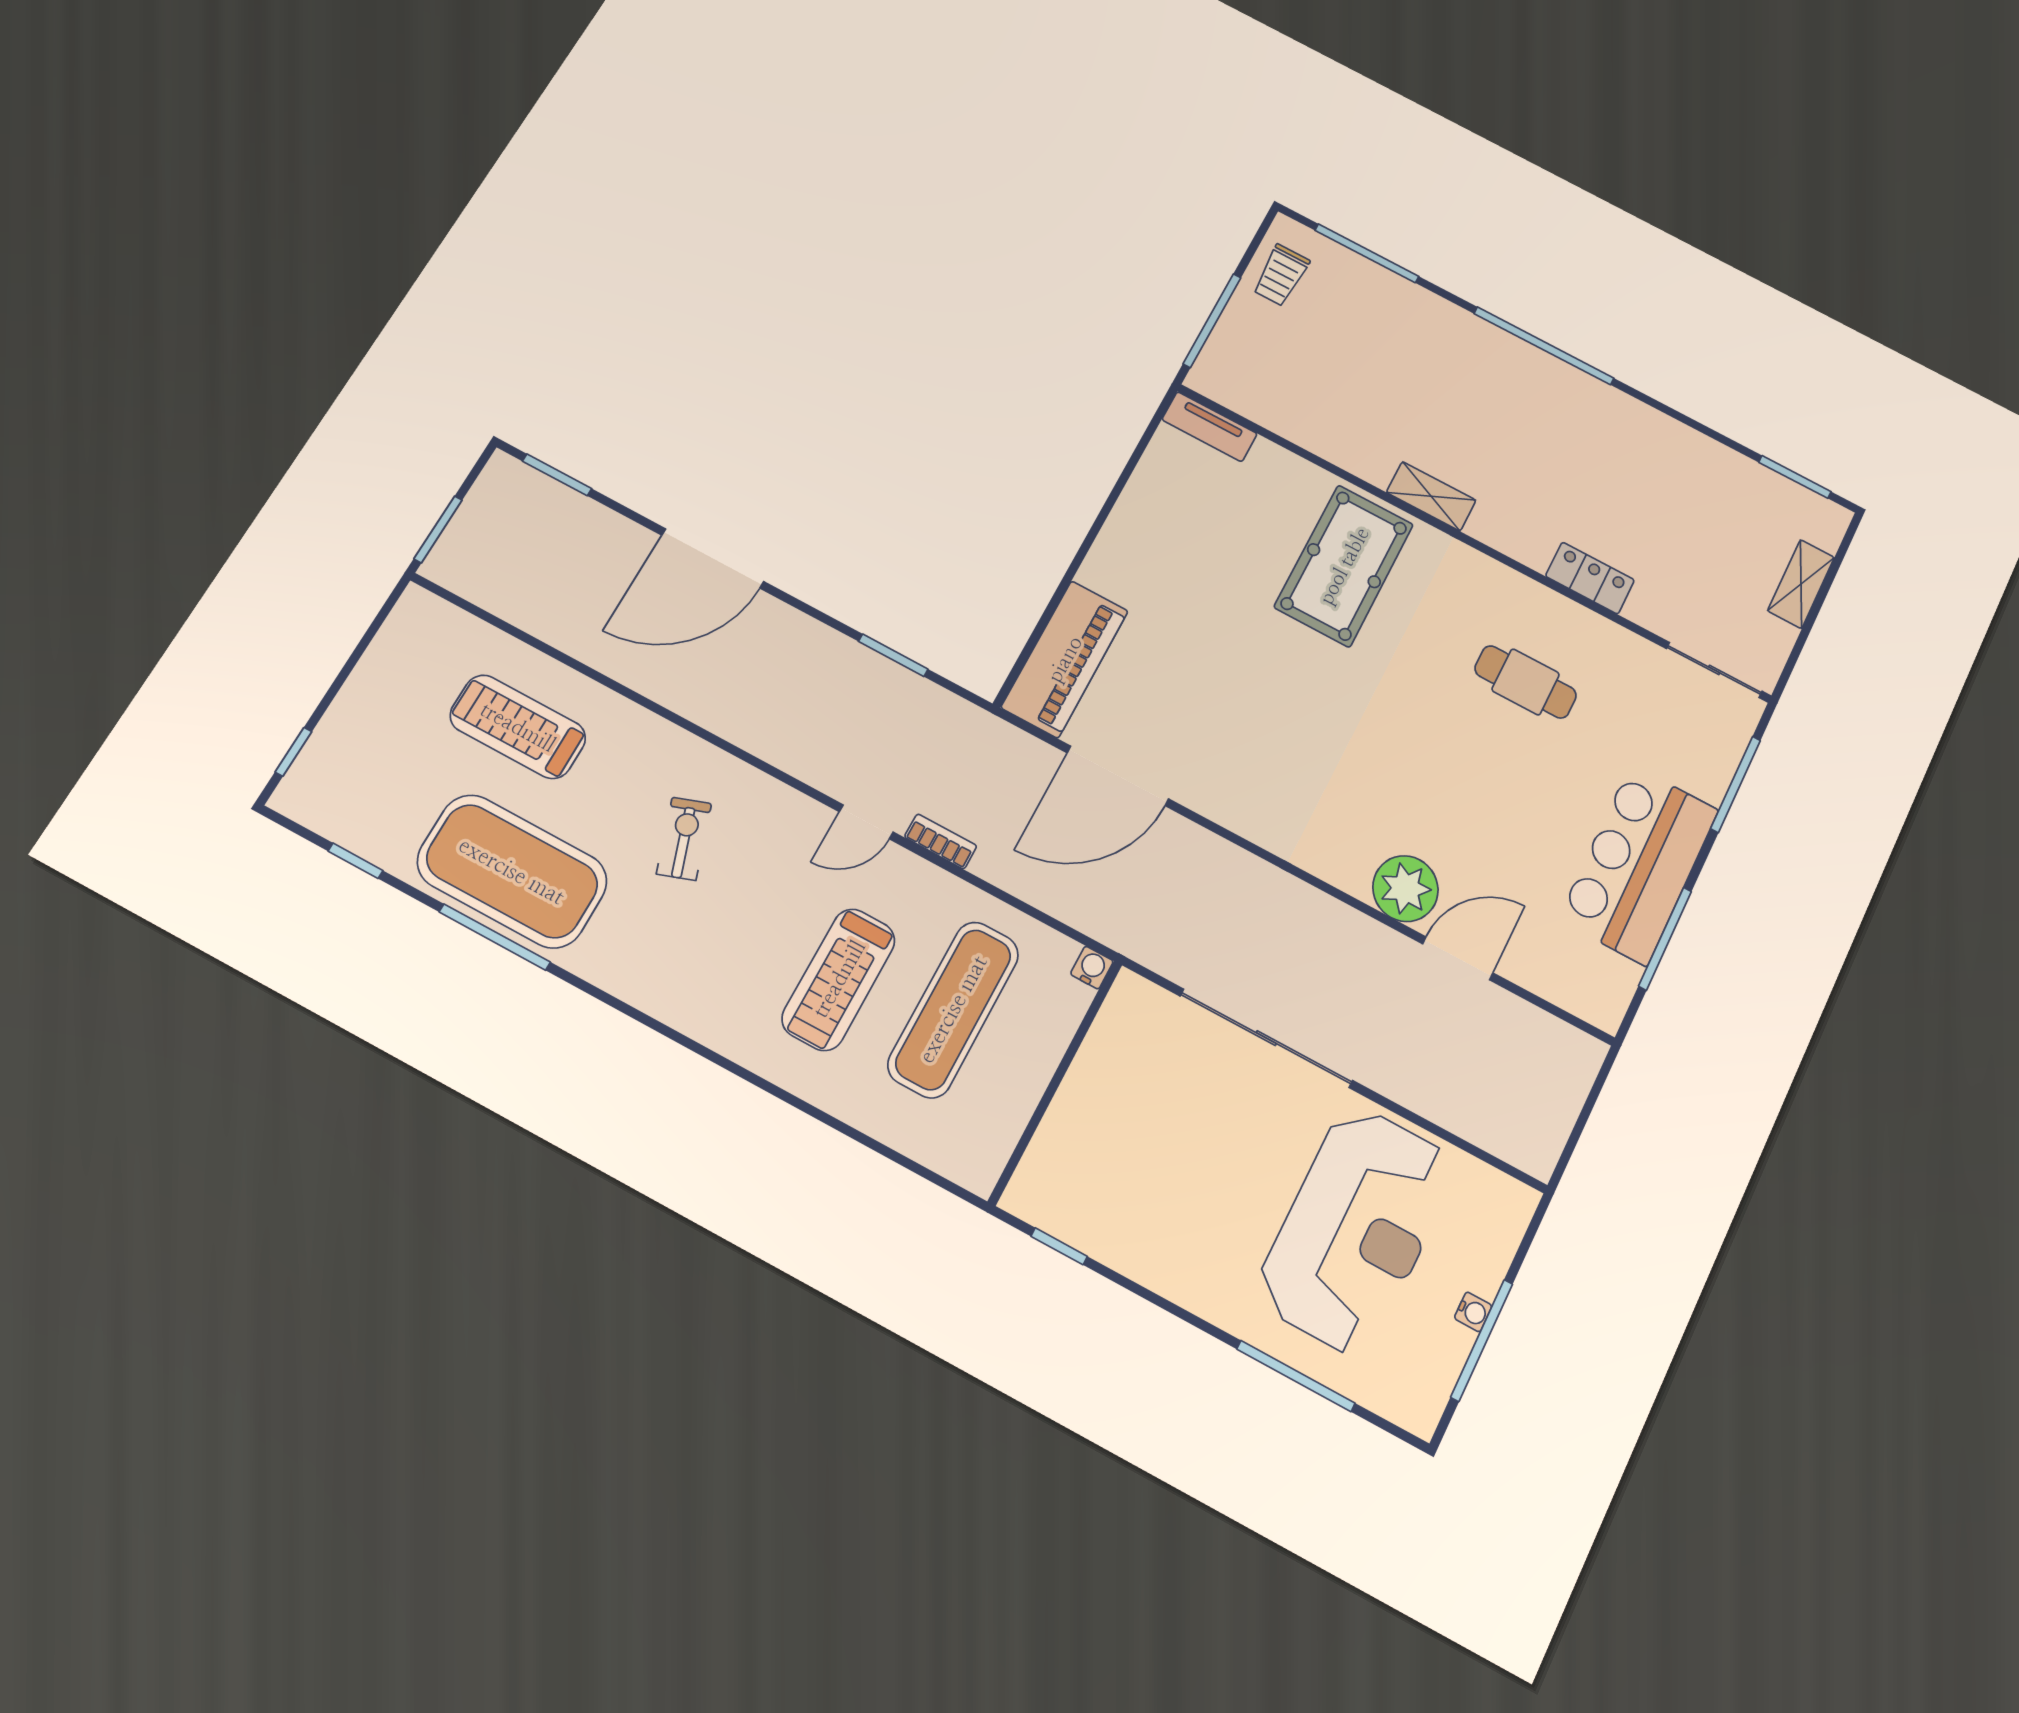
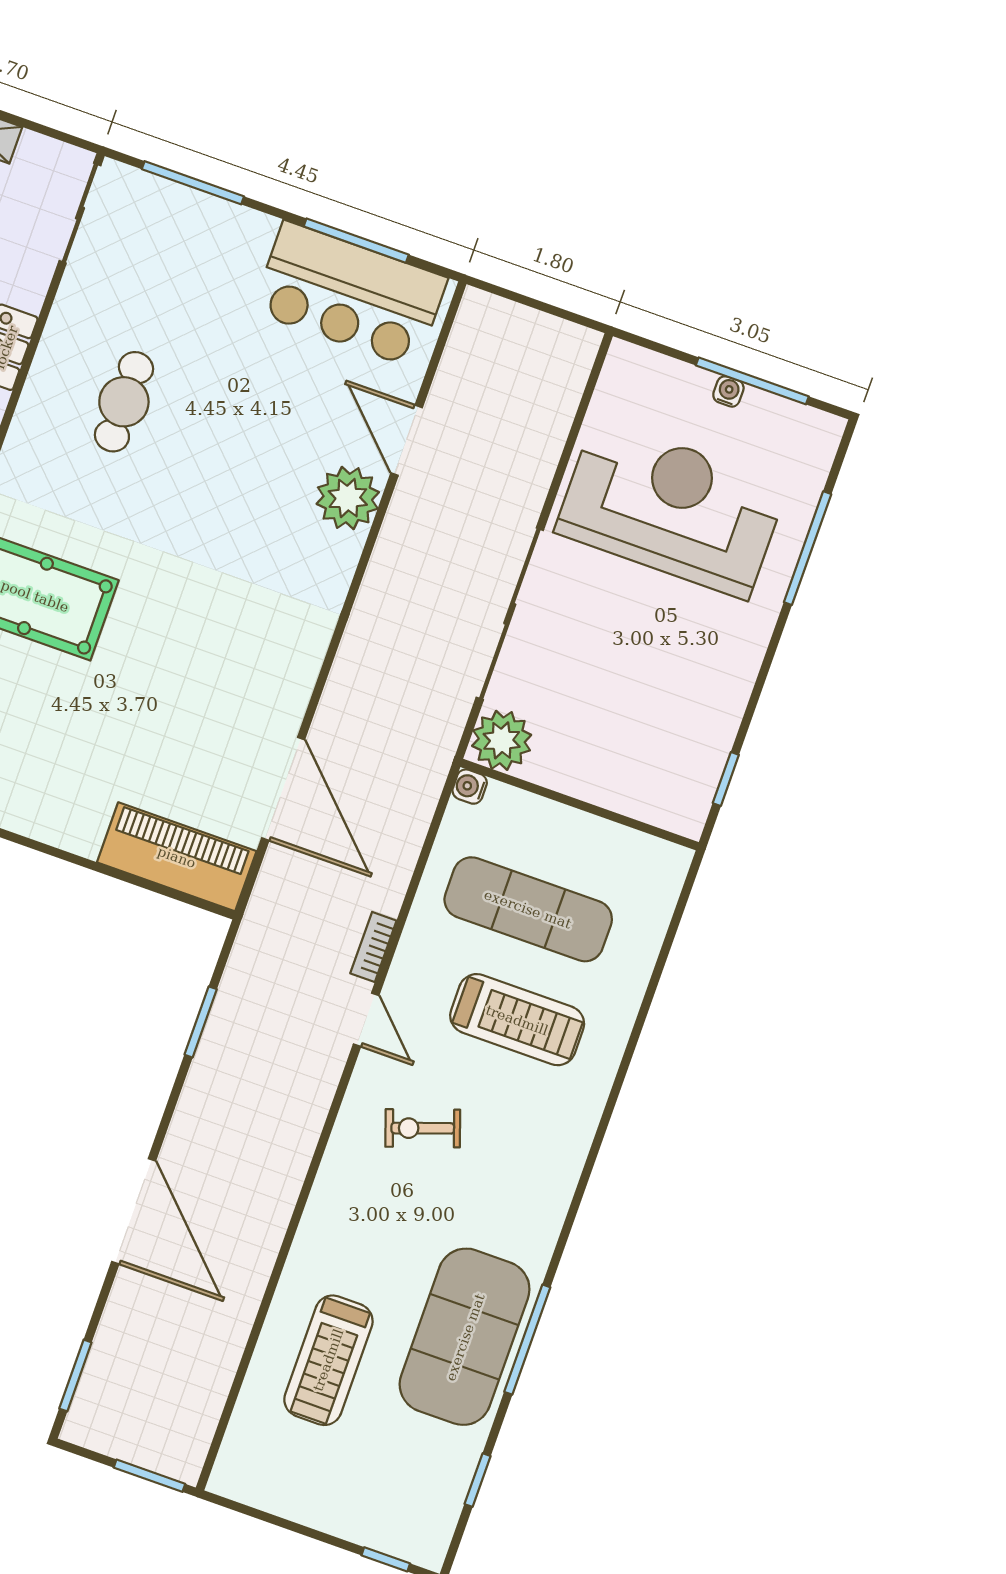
exercise bike: (684, 839) -> (423, 1128), moved
bar counter: (1639, 864) -> (350, 295), moved
plant: (1135, 1009) -> (502, 740), added

